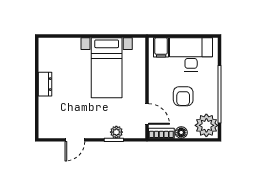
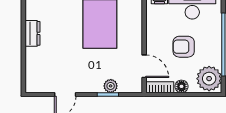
armchair: (183, 96) -> (184, 47), turned 90

